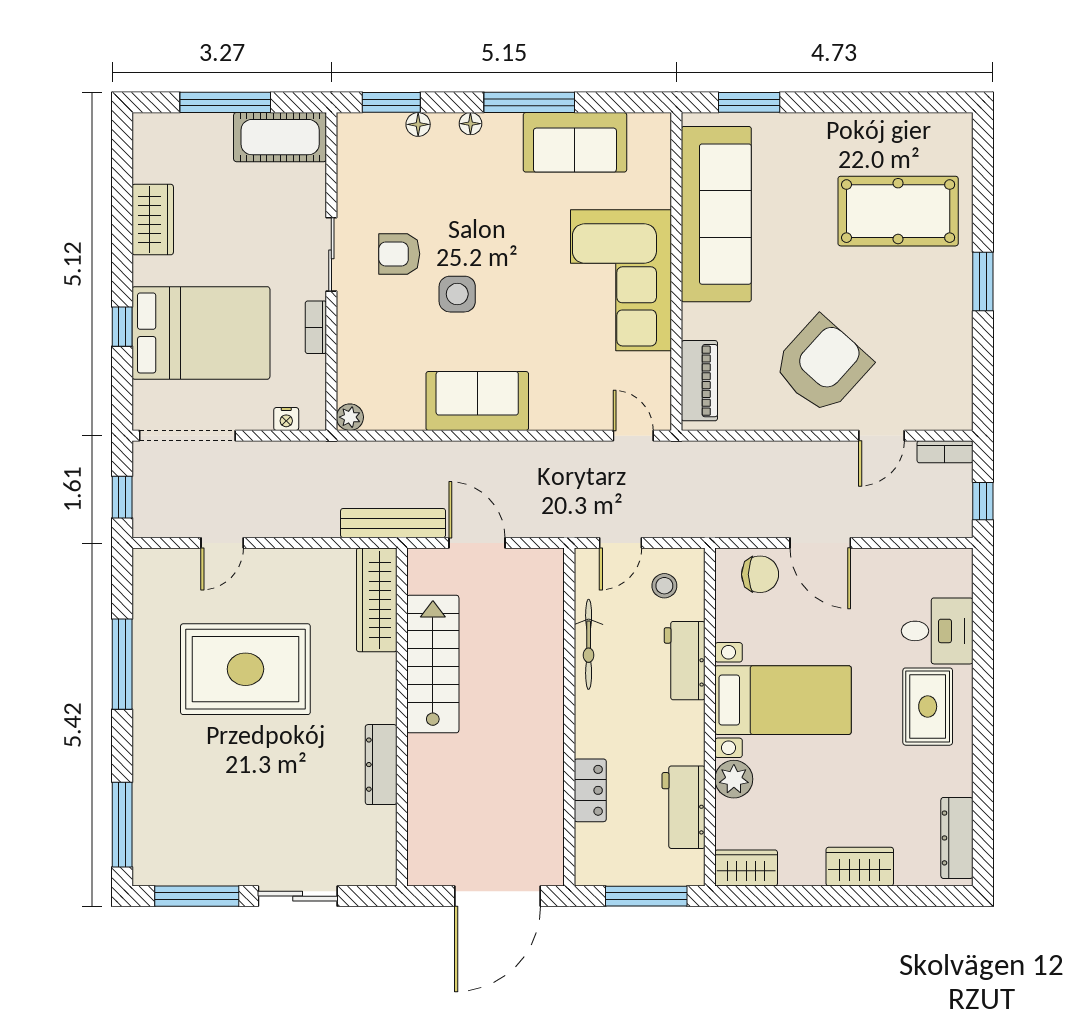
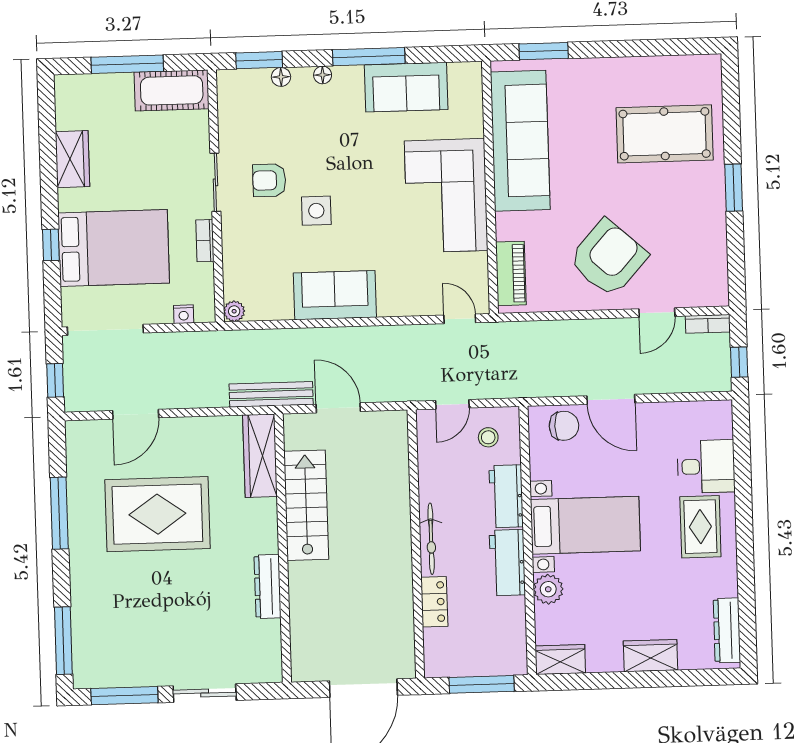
door: (222, 543) -> (136, 414), width x1.38
bicycle: (589, 644) -> (431, 539), moved
workbench: (683, 807) -> (507, 563), moved

